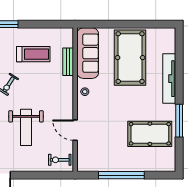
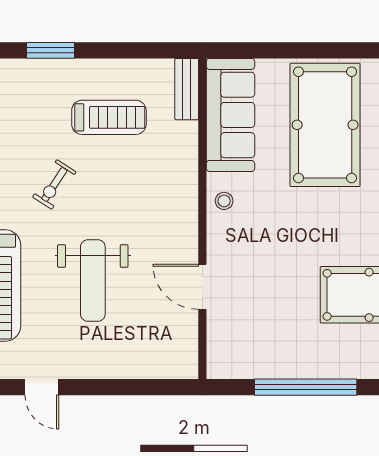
bench: (68, 62) -> (187, 89), moved
exercise bike: (60, 160) -> (168, 353), removed

